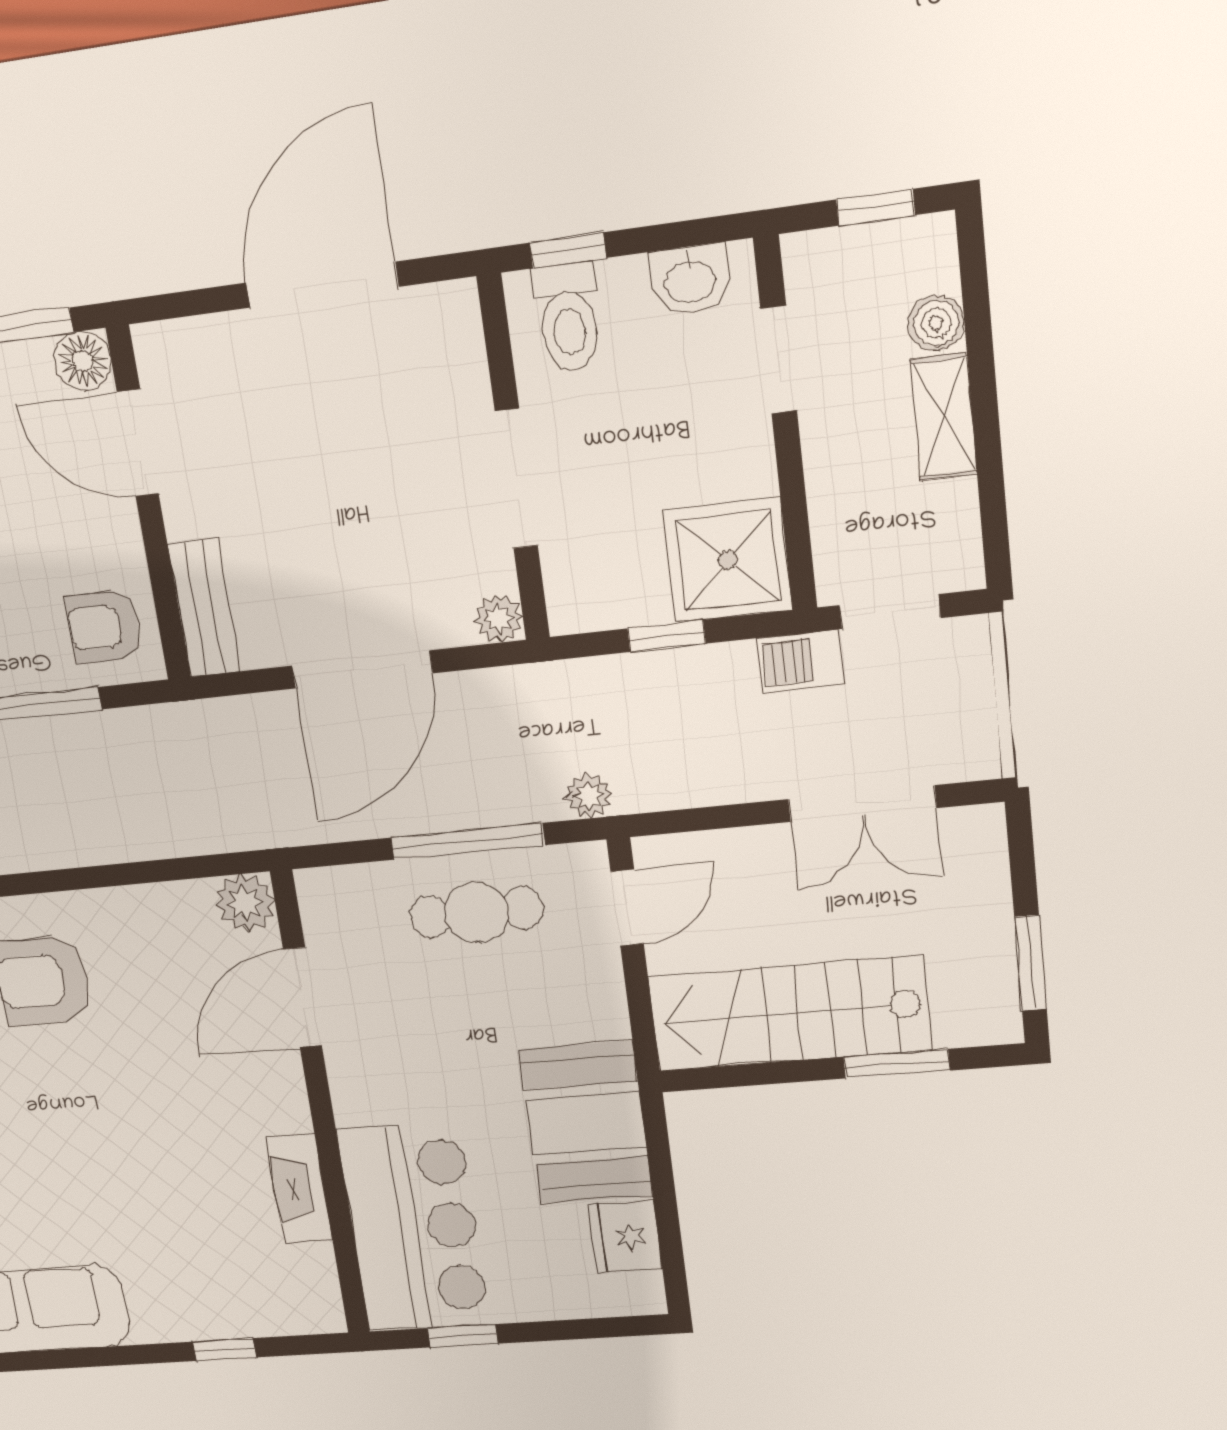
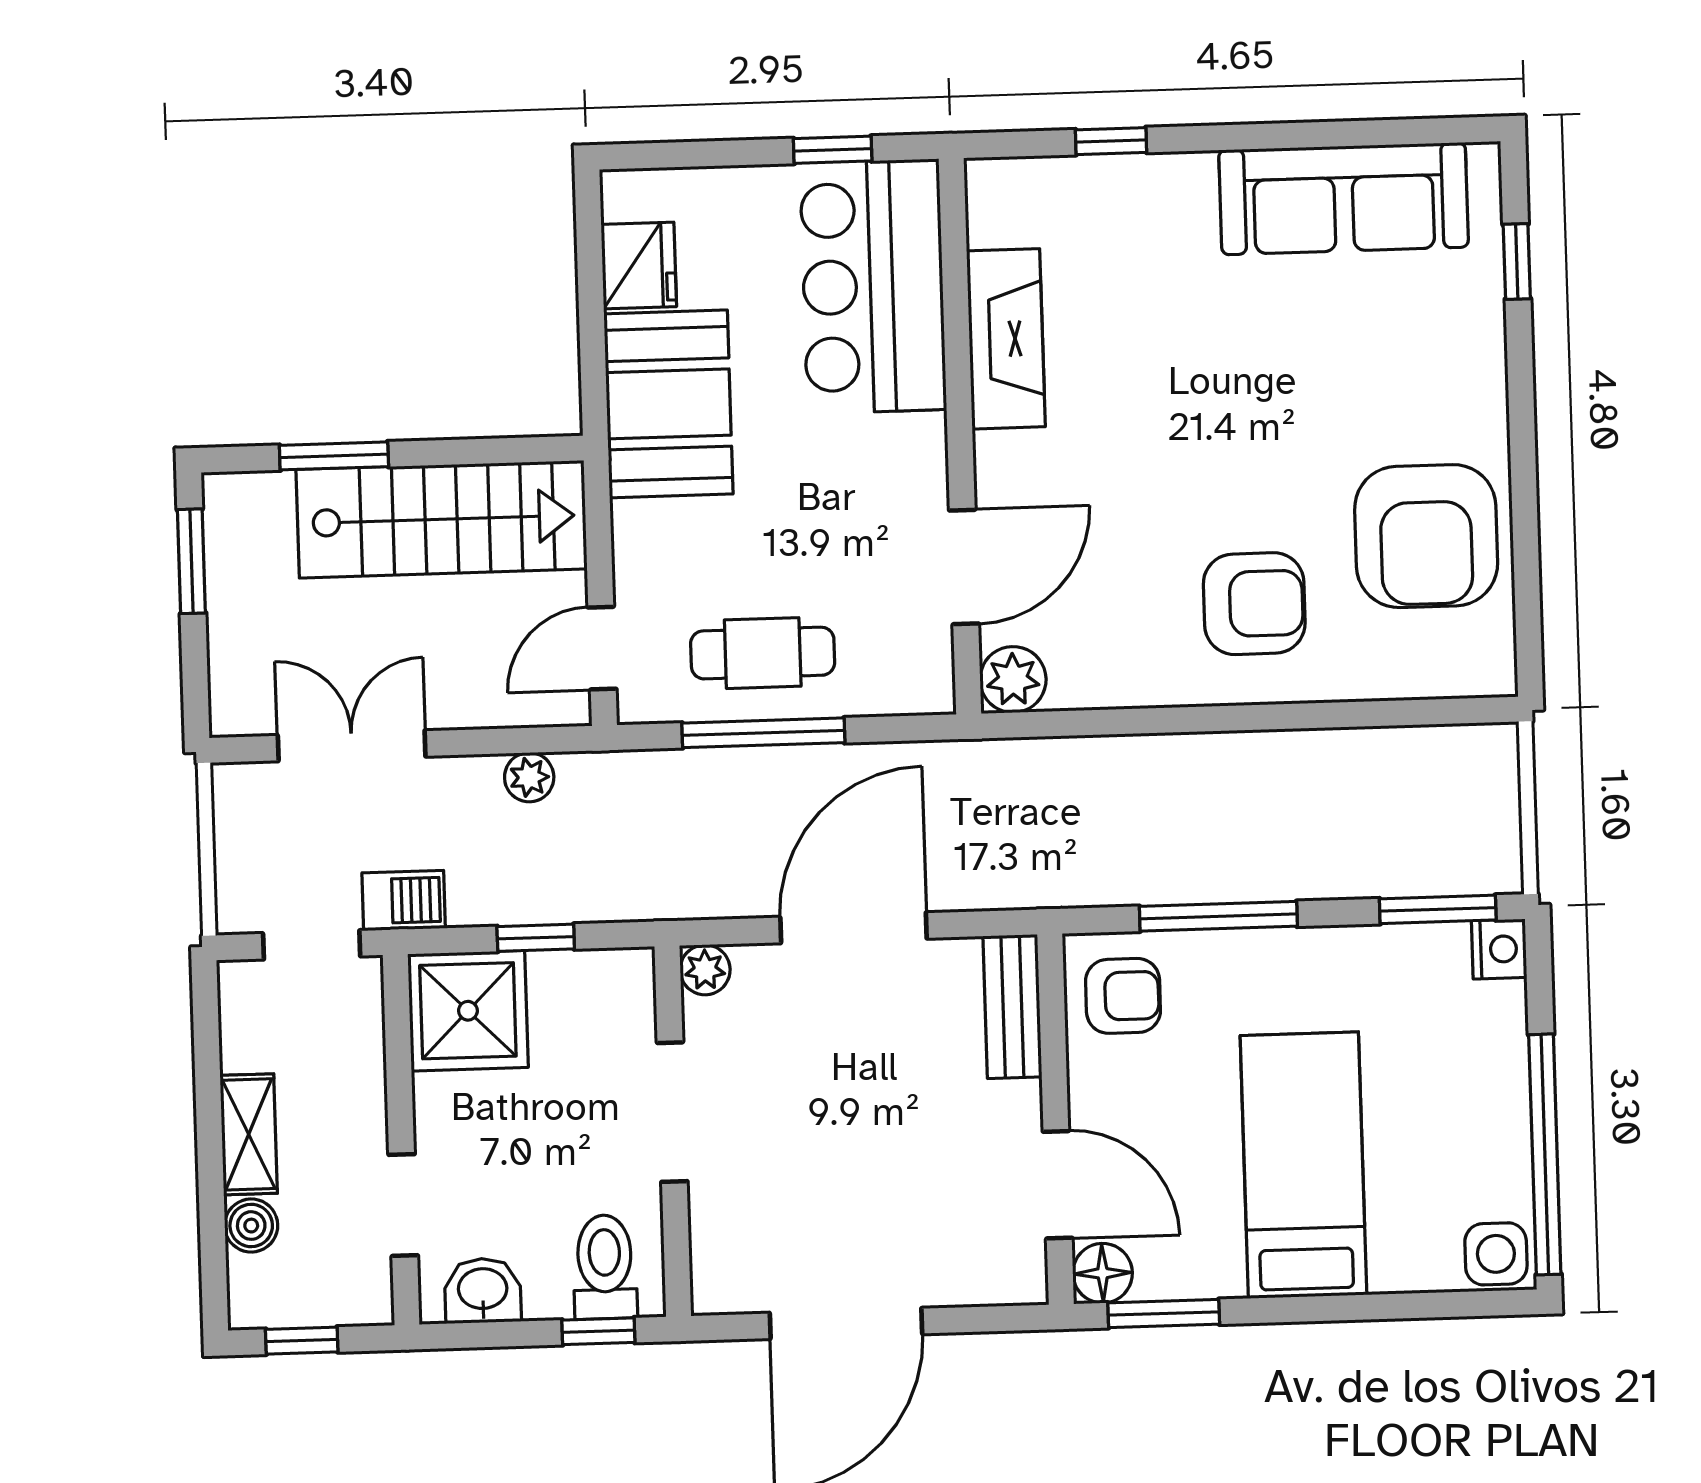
plant: (589, 796) -> (529, 777), moved
fireplace: (299, 1189) -> (1006, 339), width x1.37, depth x1.32

